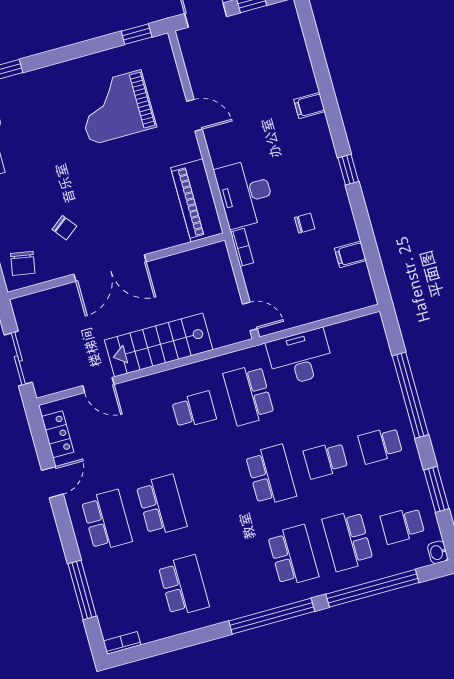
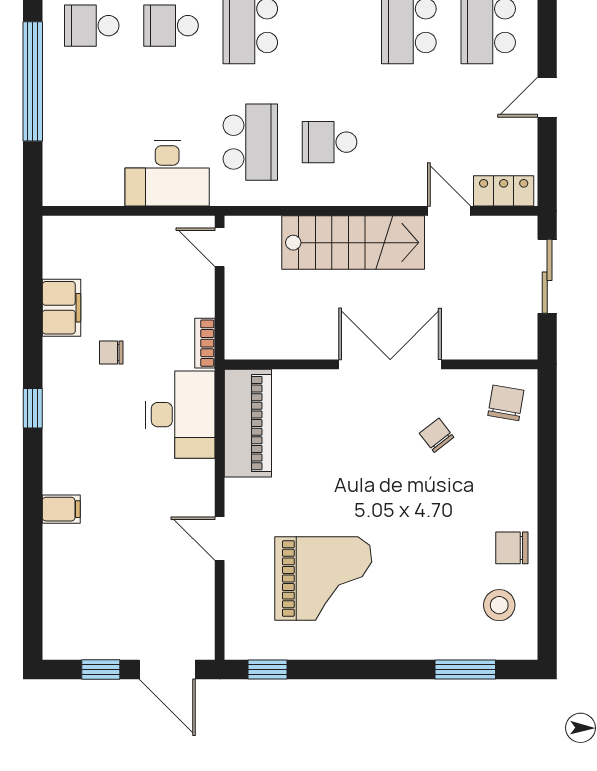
filing cabinet: (350, 254) -> (61, 308), width x2.00
locker: (58, 434) -> (504, 191), moved, turned 90
school desk: (380, 445) -> (92, 26), turned 180
school desk: (326, 460) -> (171, 26), turned 180

